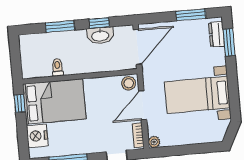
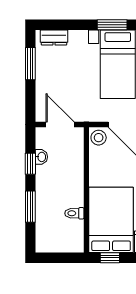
washbasin: (100, 36) -> (41, 157), width x0.52, depth x0.69
window: (229, 42) -> (112, 25), moved
door: (137, 47) -> (60, 124), width x0.73

